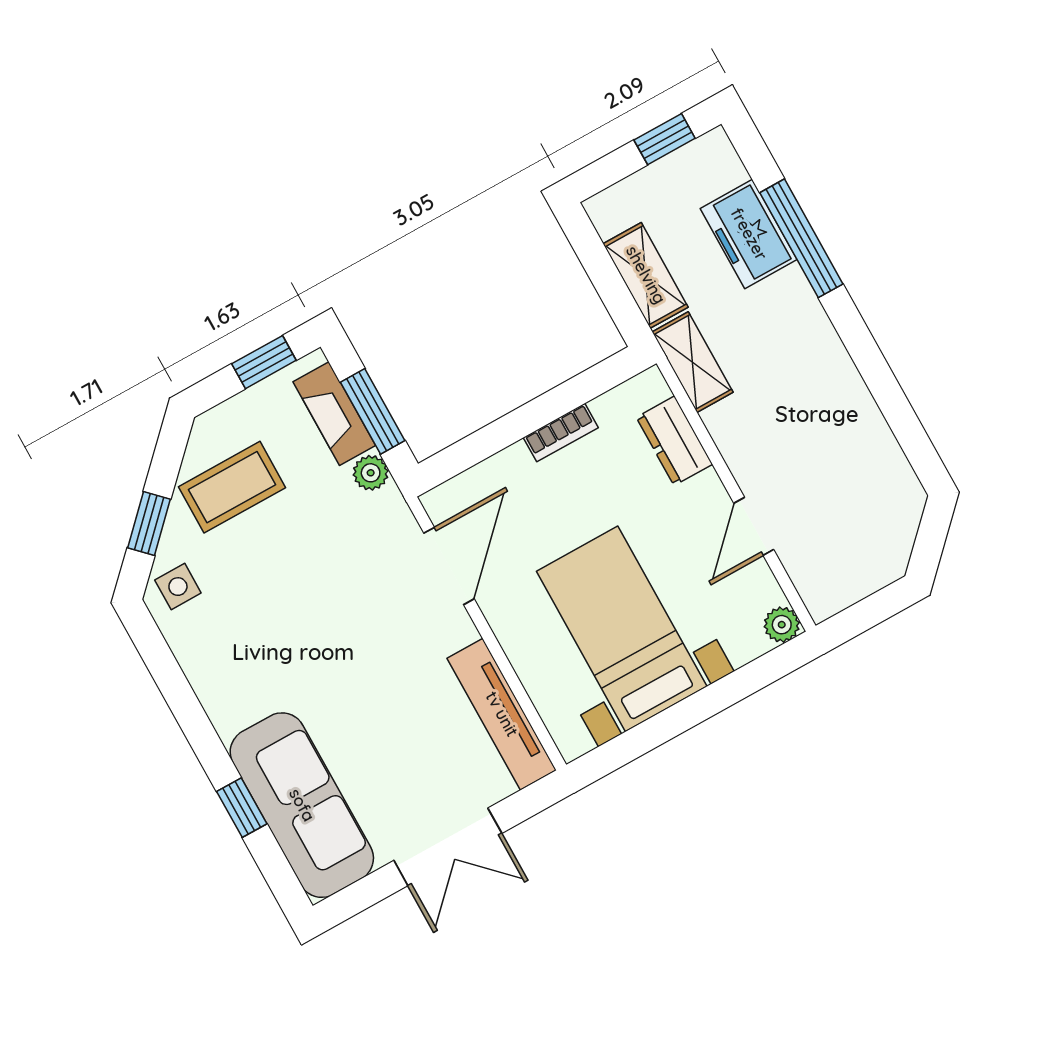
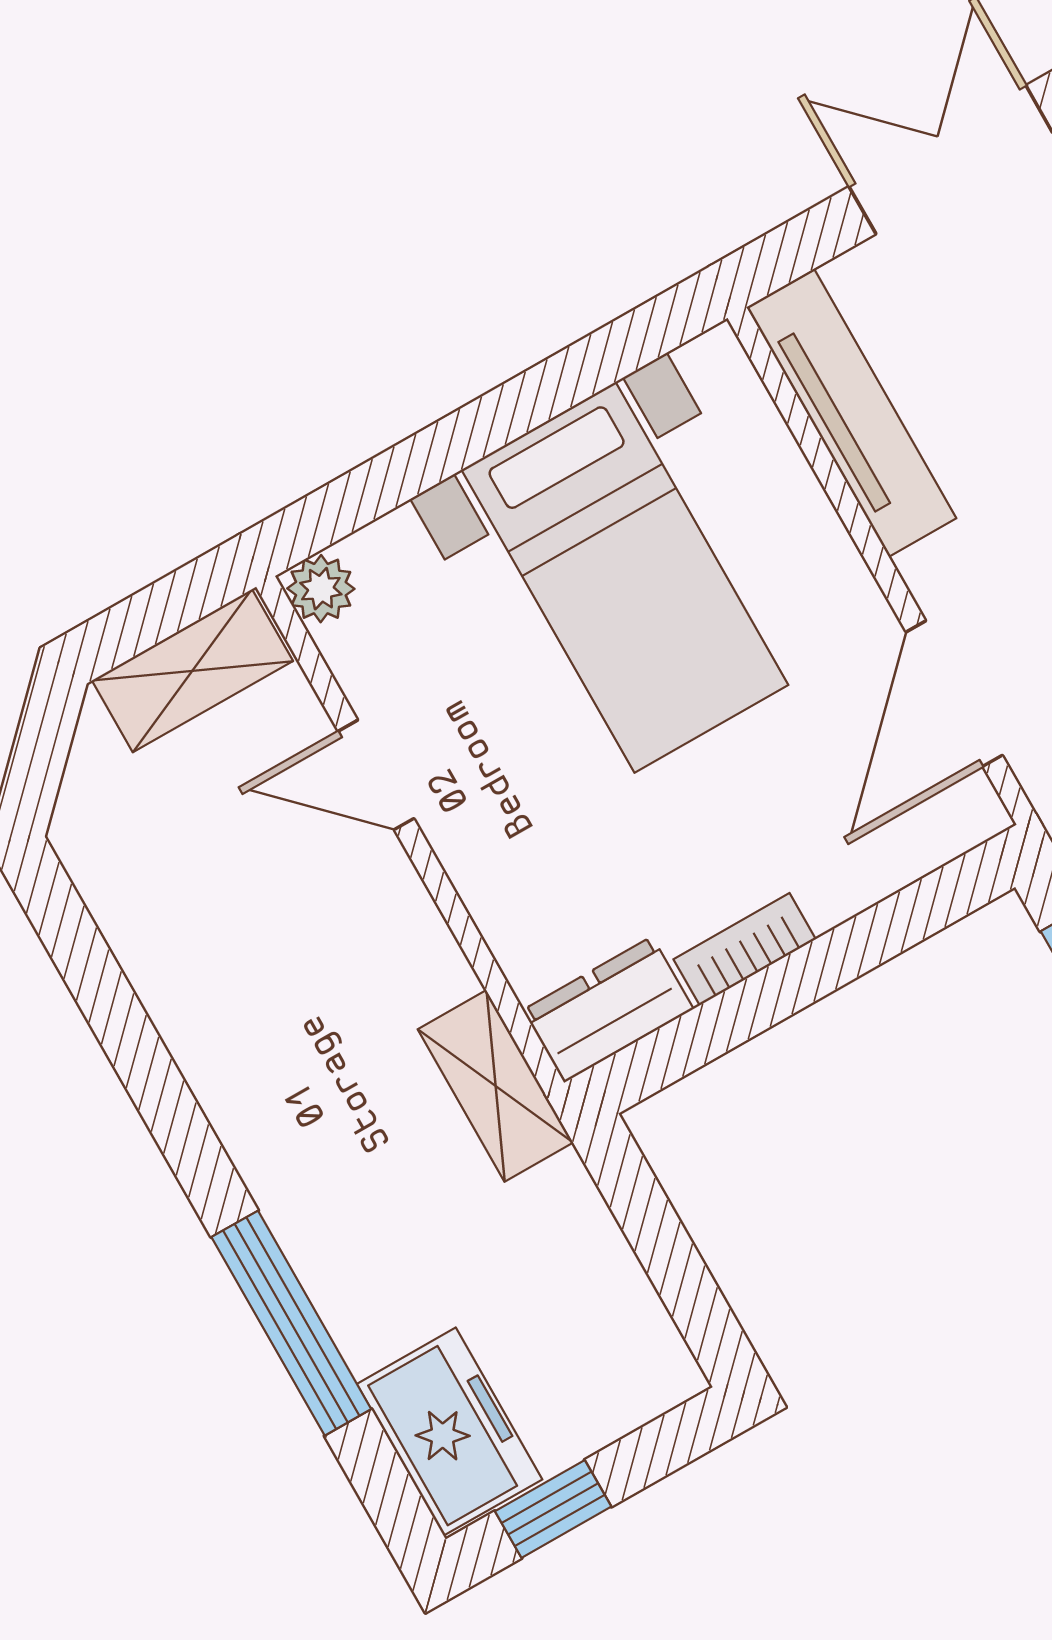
freezer: (749, 234) -> (449, 1432), moved
shelving: (646, 275) -> (192, 671), moved, turned 90
dresser: (674, 441) -> (608, 1010), moved, turned -90
door: (754, 526) -> (376, 775), swing flipped

